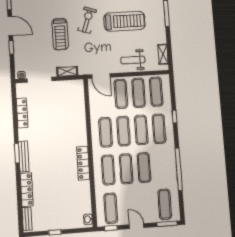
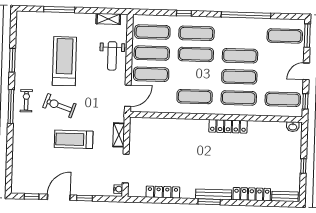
treadmill: (60, 34) -> (74, 139), turned 180
exercise mat: (123, 131) -> (195, 76), removed

